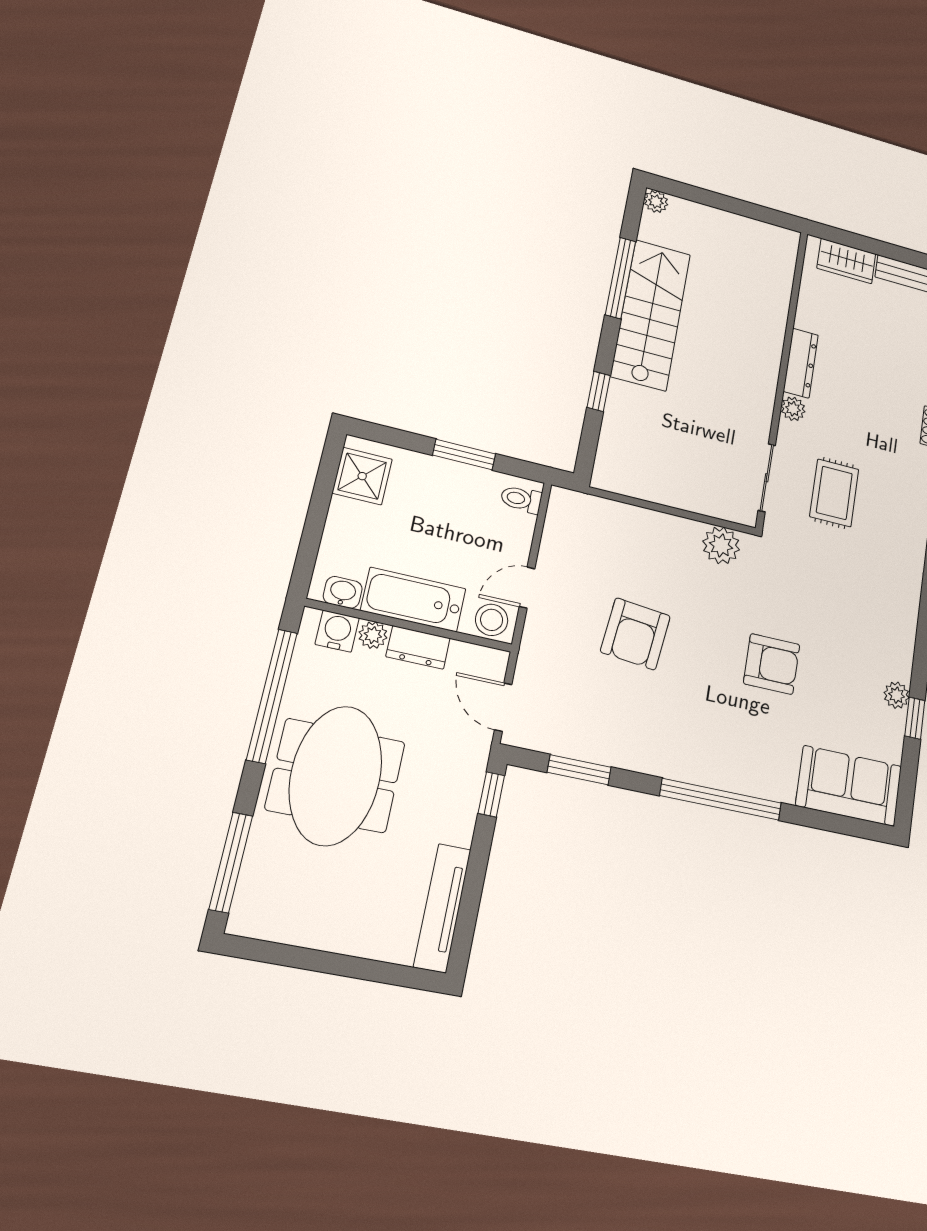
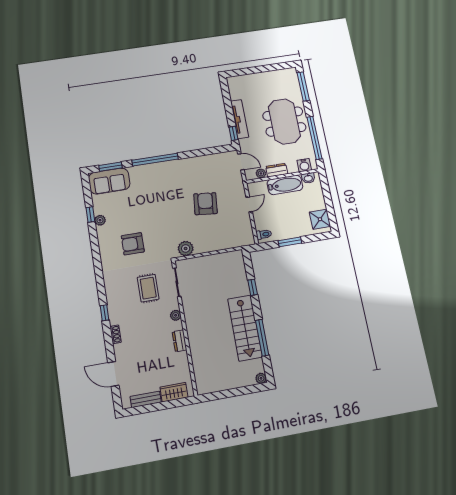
dresser: (801, 363) -> (179, 341), width x0.70
stool: (492, 620) -> (257, 189), removed
plant: (373, 635) -> (261, 173), moved
armchair: (772, 664) -> (133, 244), moved
window: (579, 770) -> (110, 167), moved
tv unit: (442, 908) -> (239, 119), moved

